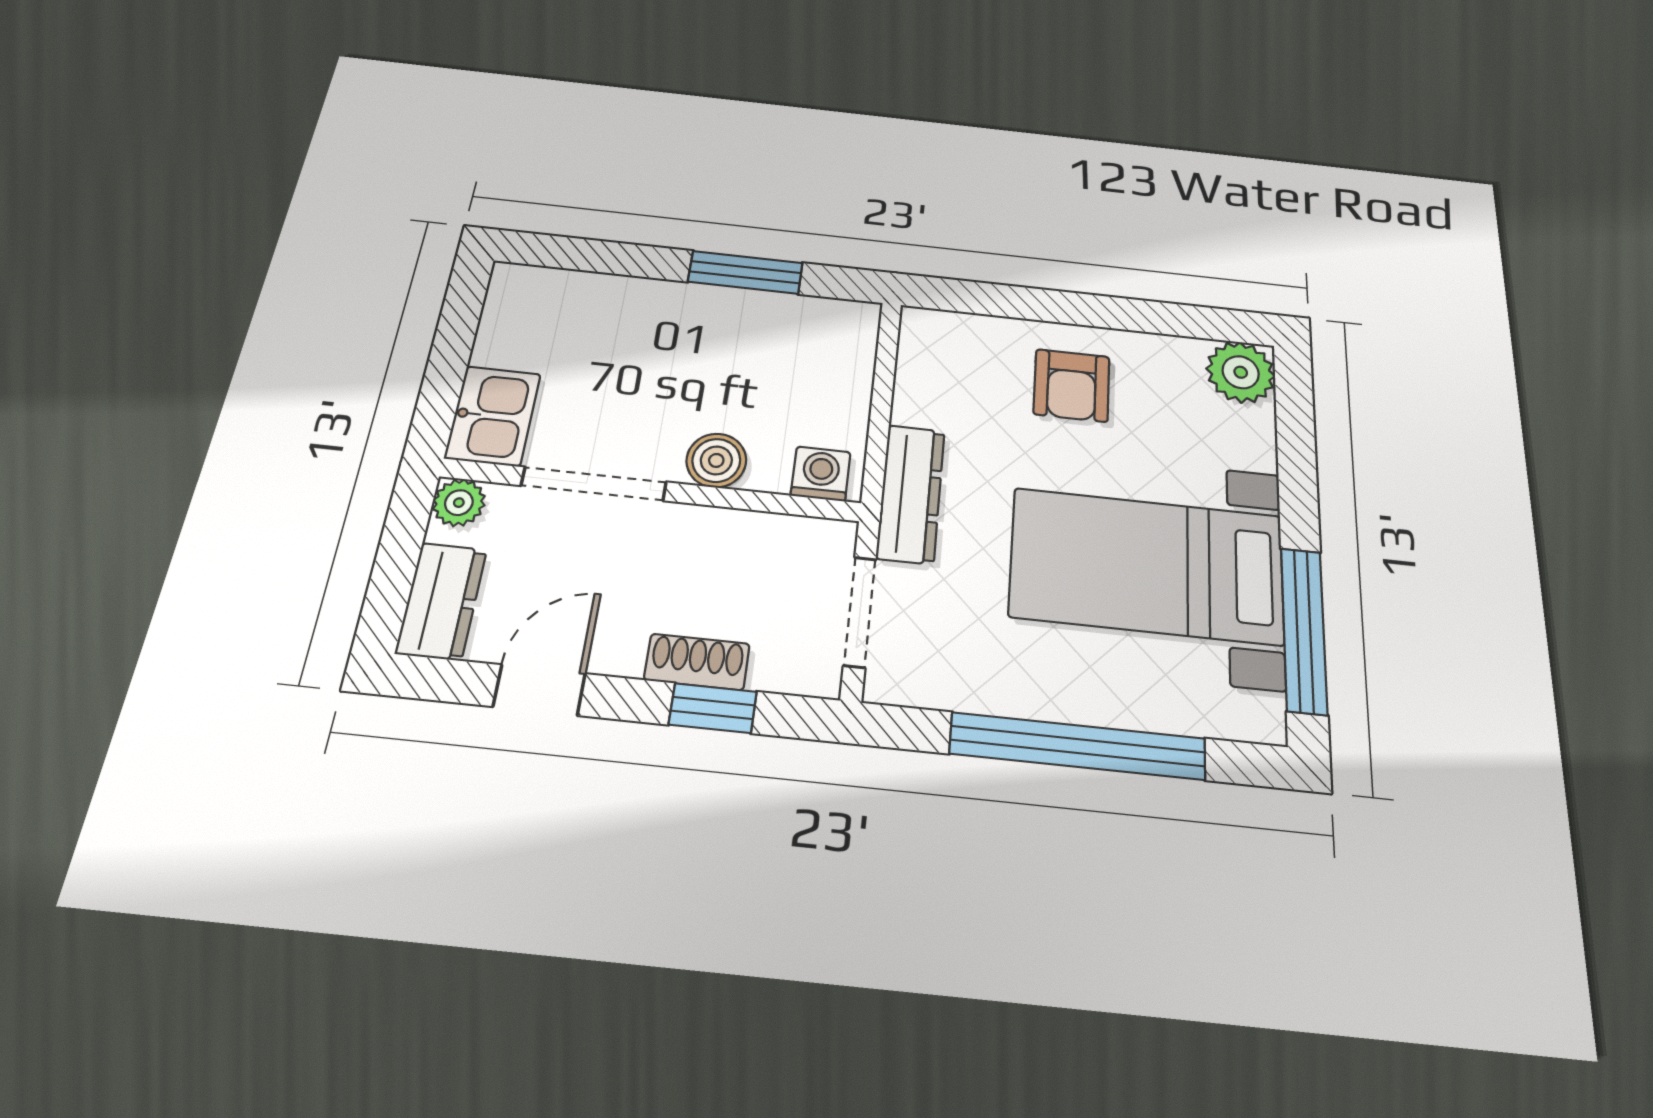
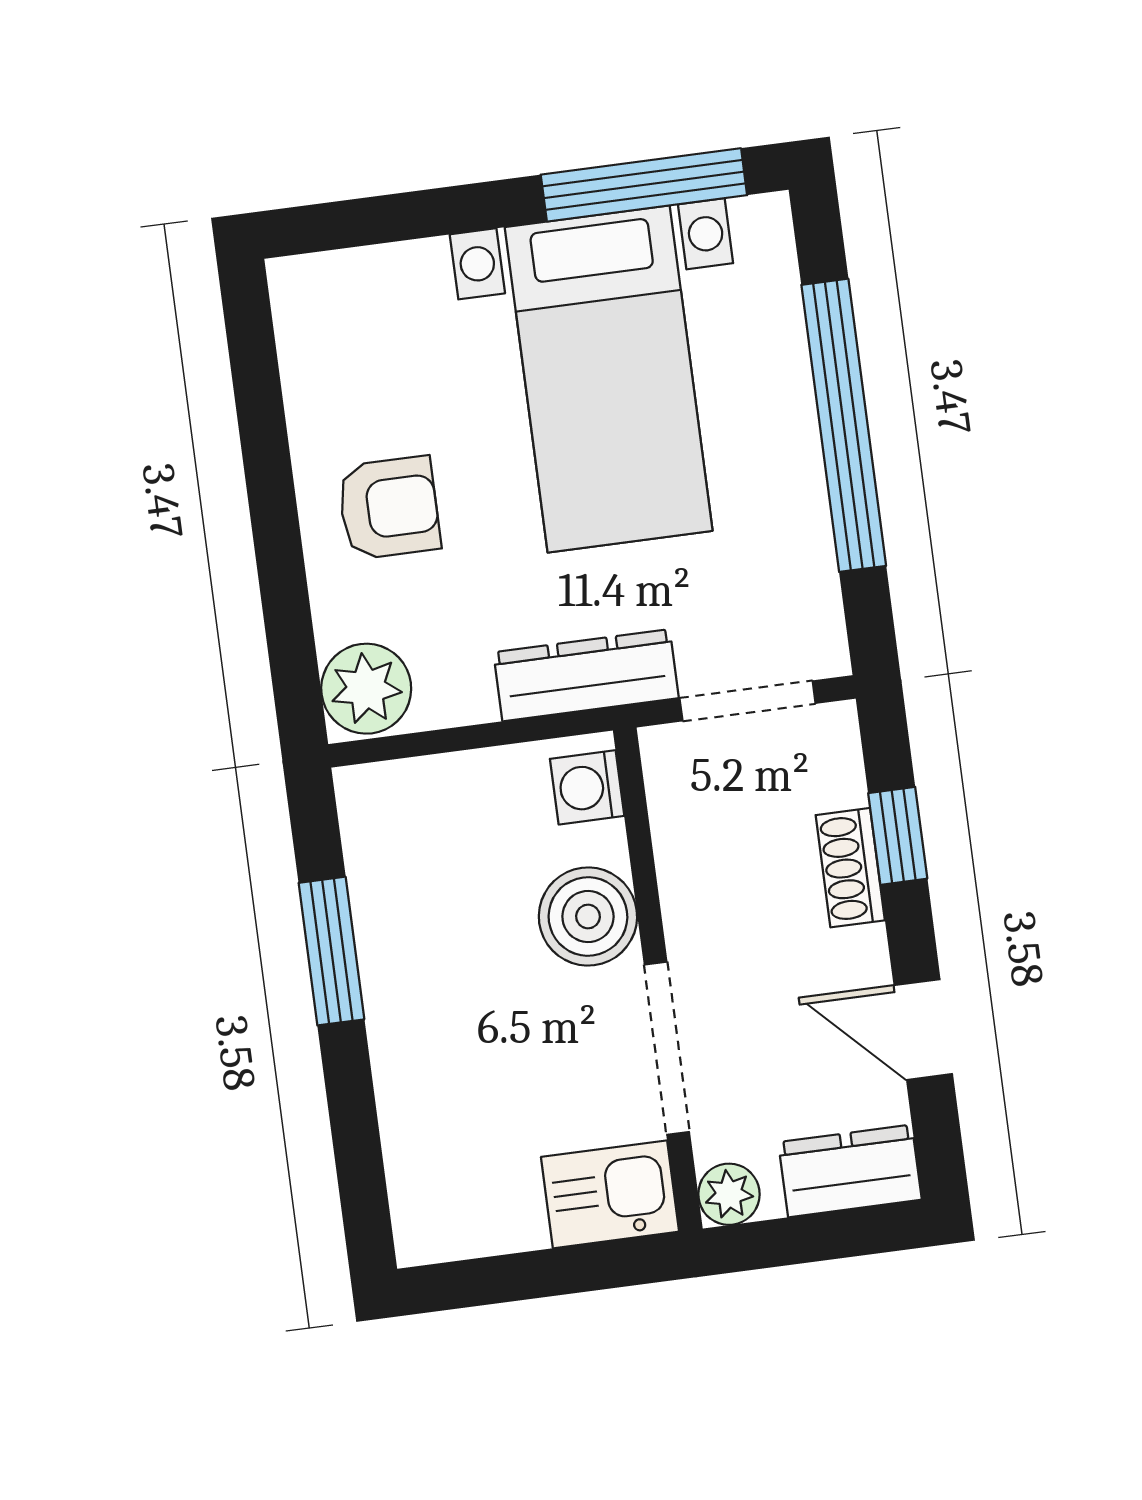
plant: (1241, 372) -> (366, 689), moved
boiler: (716, 460) -> (588, 917), width x1.36, depth x1.36

